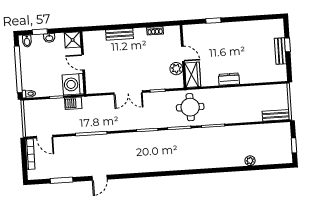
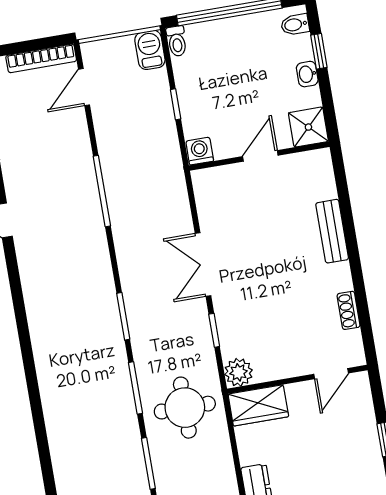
door: (183, 54) -> (331, 374), moved
plant: (176, 69) -> (239, 372), moved
washing machine: (73, 84) -> (200, 151), width x0.53, depth x0.53
barbecue: (73, 103) -> (150, 50), moved

